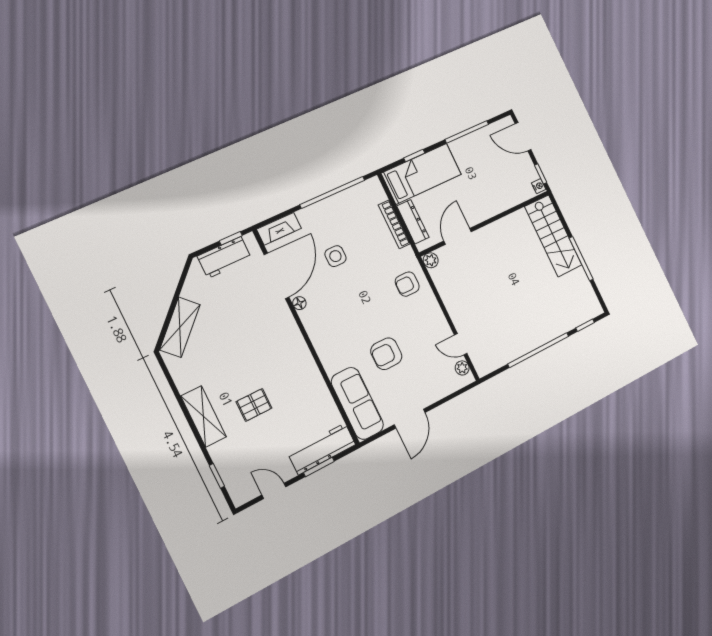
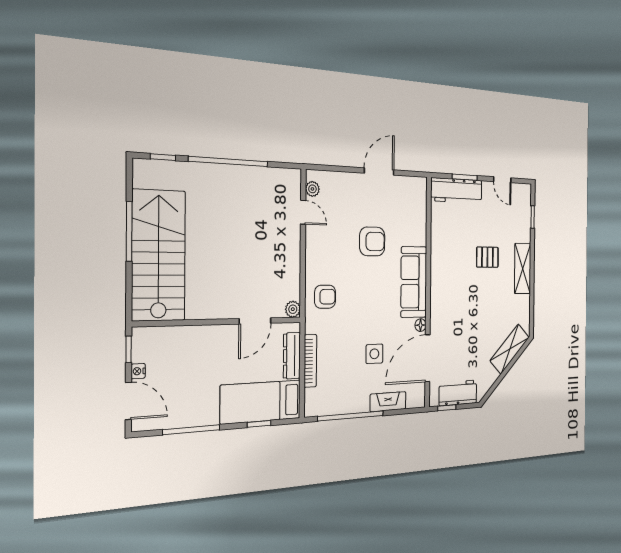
nightstand: (539, 186) -> (138, 371), moved
fireplace: (279, 229) -> (388, 402), moved
stairs: (553, 236) -> (159, 255), width x1.36, depth x1.51
sofa: (357, 403) -> (414, 282), moved

